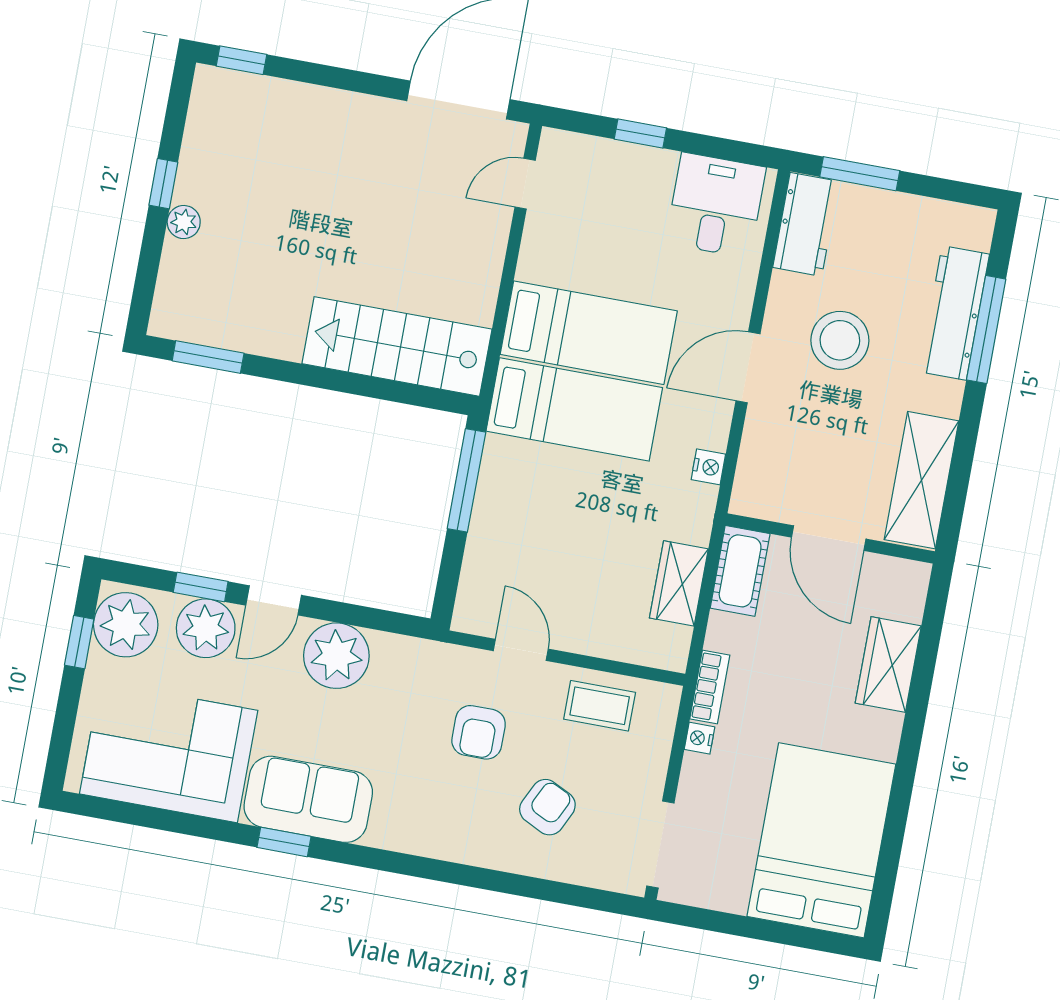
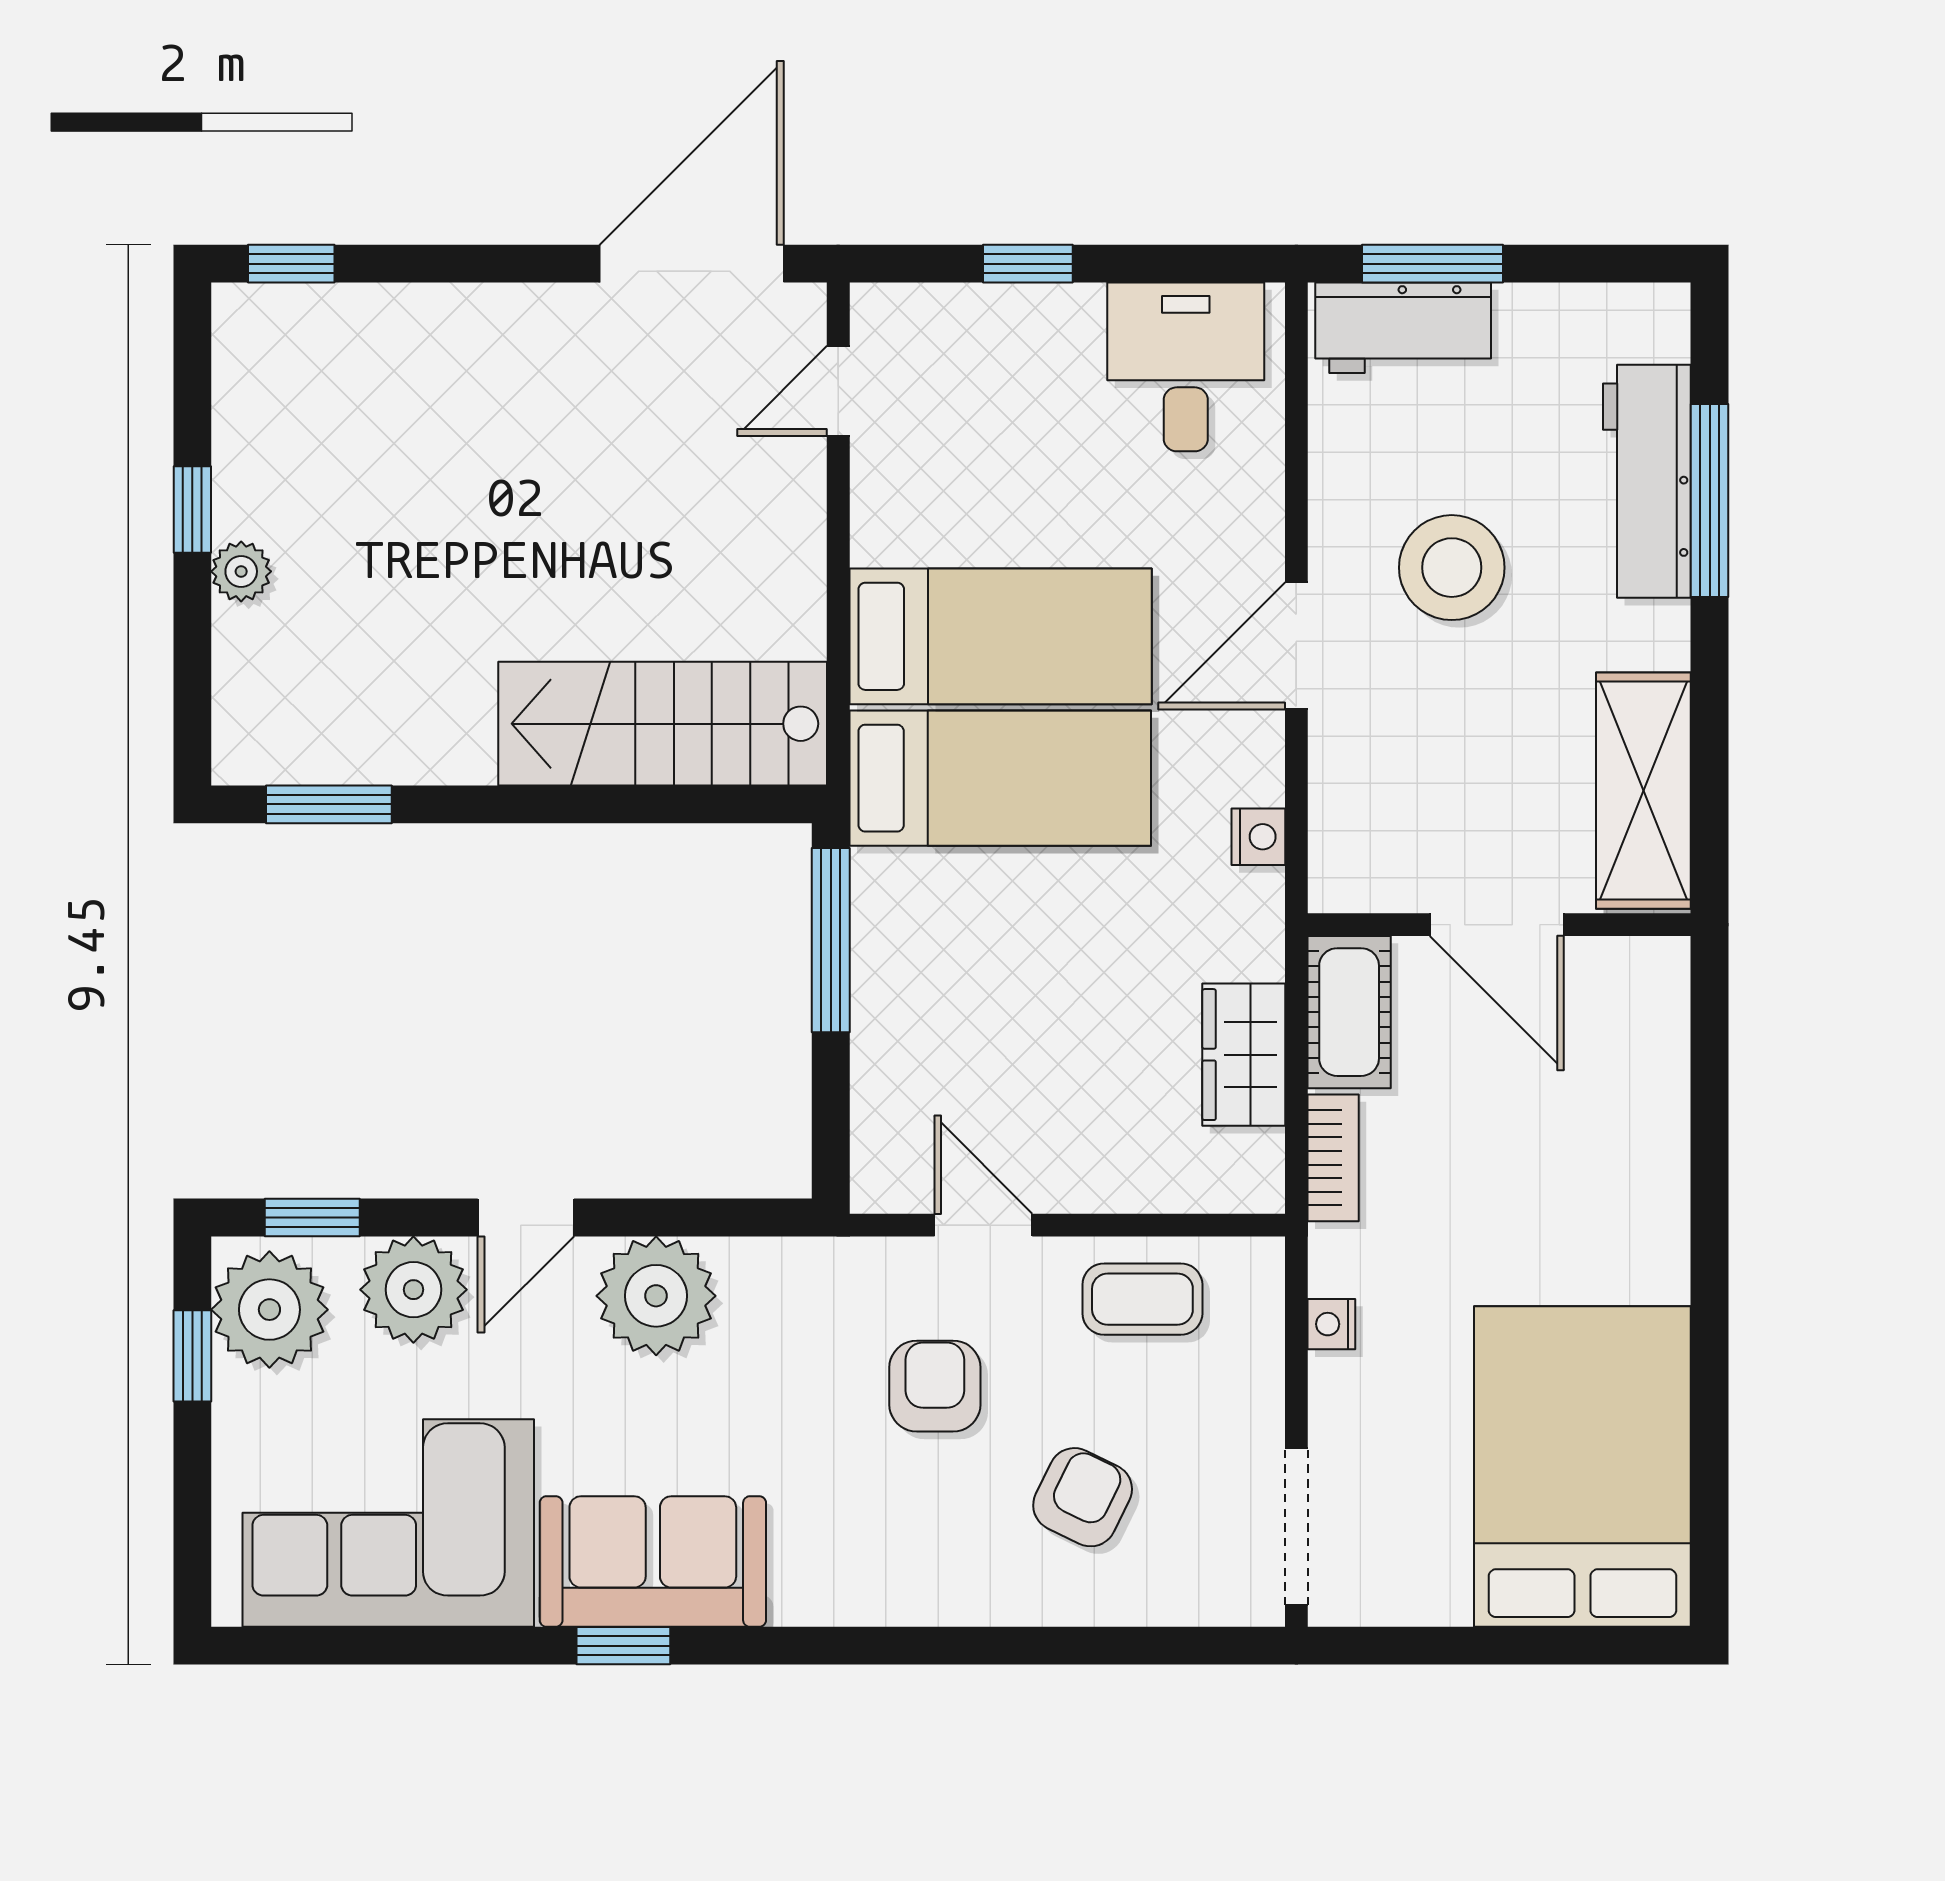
workbench: (806, 224) -> (1403, 328), moved, turned 90
window: (201, 587) -> (312, 1218), moved
wardrobe: (888, 664) -> (1644, 1131), removed
bookcase: (710, 687) -> (1333, 1158), moved
armchair: (479, 732) -> (935, 1386), turned 180

